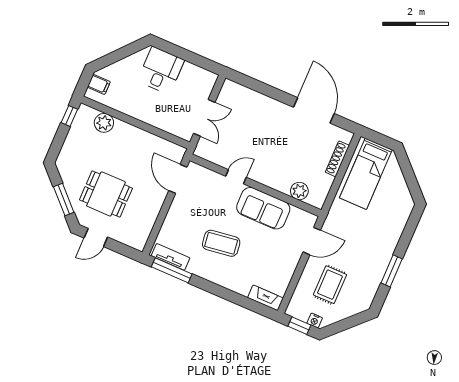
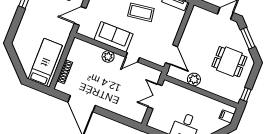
plant: (104, 123) -> (194, 79), moved
plant: (299, 191) -> (108, 56), moved
dining table: (106, 194) -> (229, 62), moved

